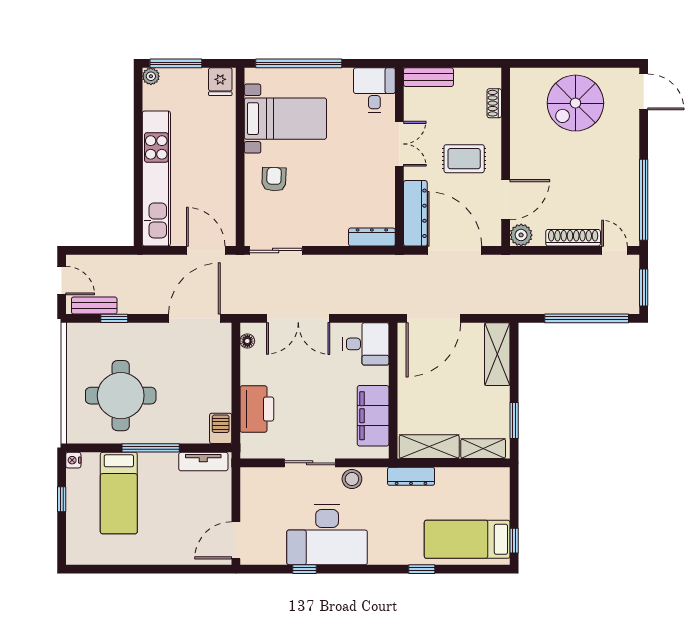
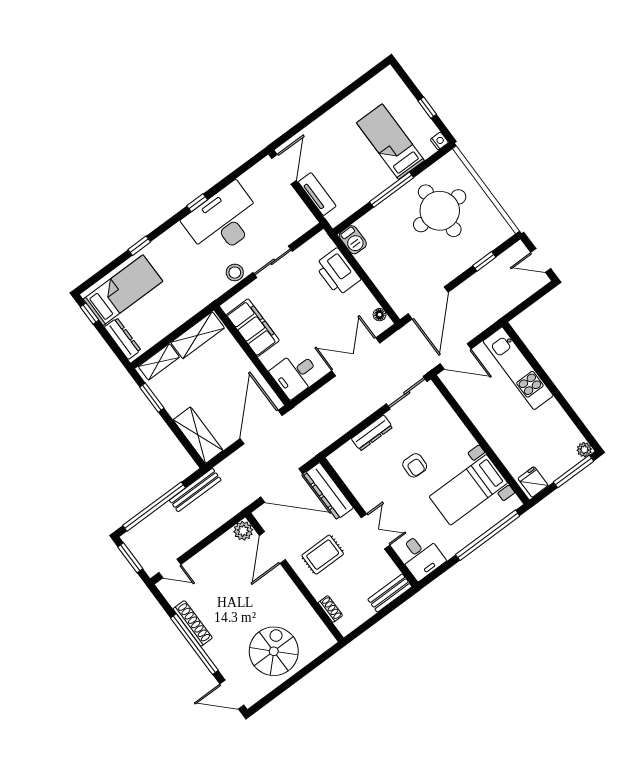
double door: (399, 144) -> (376, 531), swing flipped
kitchen unit: (156, 179) -> (518, 368), width x0.73
armchair: (274, 179) -> (415, 465), moved
window: (644, 200) -> (194, 644), moved
dresser: (372, 237) -> (372, 433), moved
shoe rack: (573, 238) -> (193, 623), moved, turned -90
bench: (94, 305) -> (195, 490), moved, width x1.36
tv unit: (203, 462) -> (317, 194), moved, turned 90
dresser: (411, 476) -> (123, 339), moved, turned 90
window: (305, 569) -> (197, 203), moved

